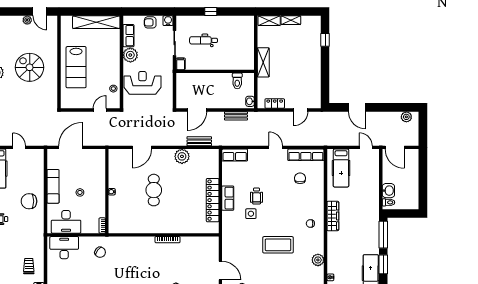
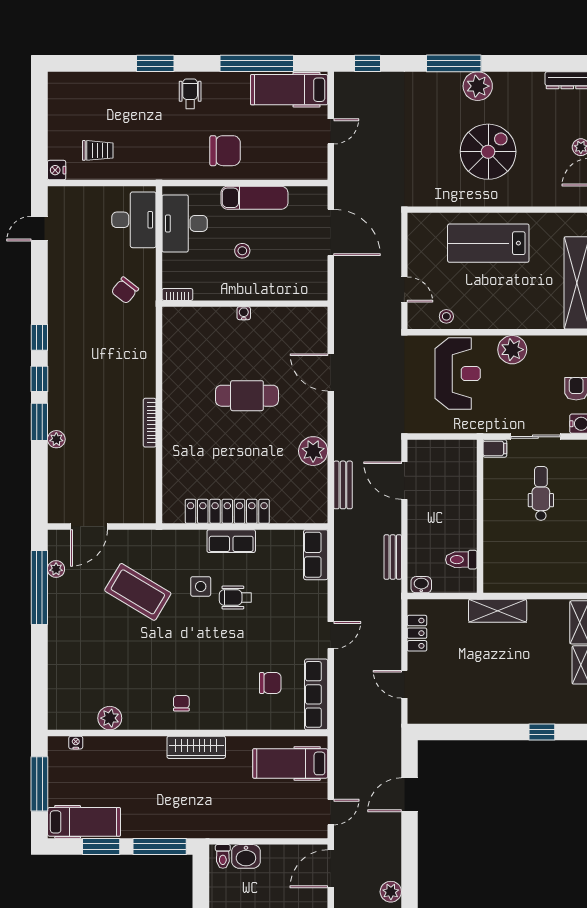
row of seats: (128, 36) -> (550, 346), removed
chair: (29, 201) -> (225, 151), turned 90
coffee table: (278, 245) -> (138, 592), moved, turned -59

